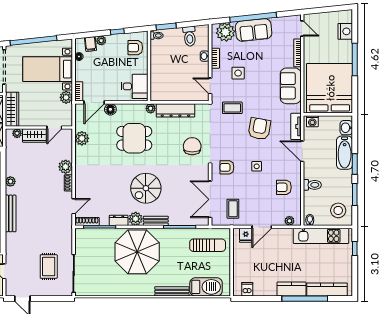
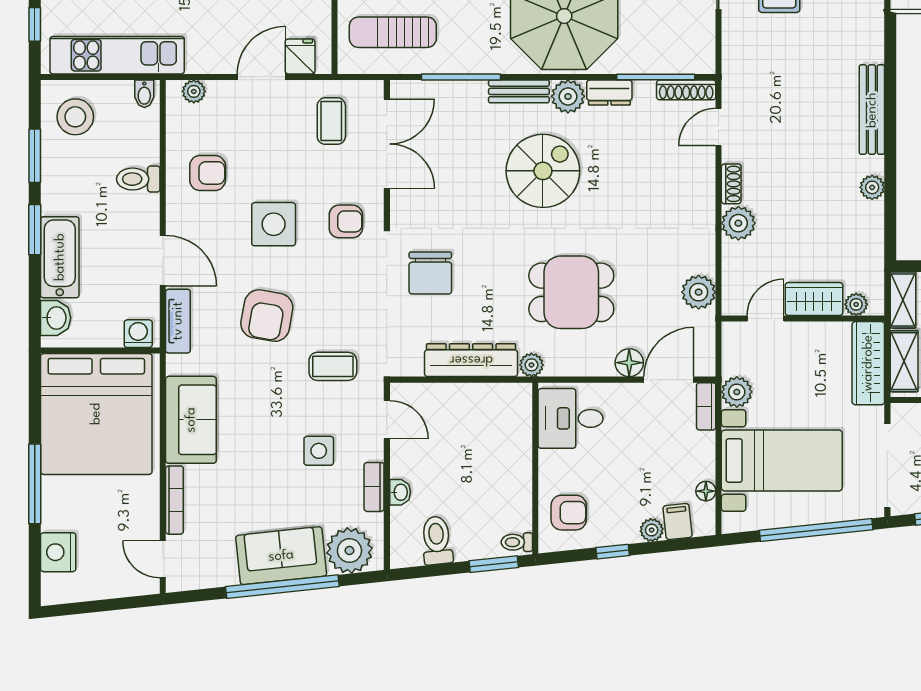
side table: (257, 166) -> (274, 224), width x1.87, depth x1.87

